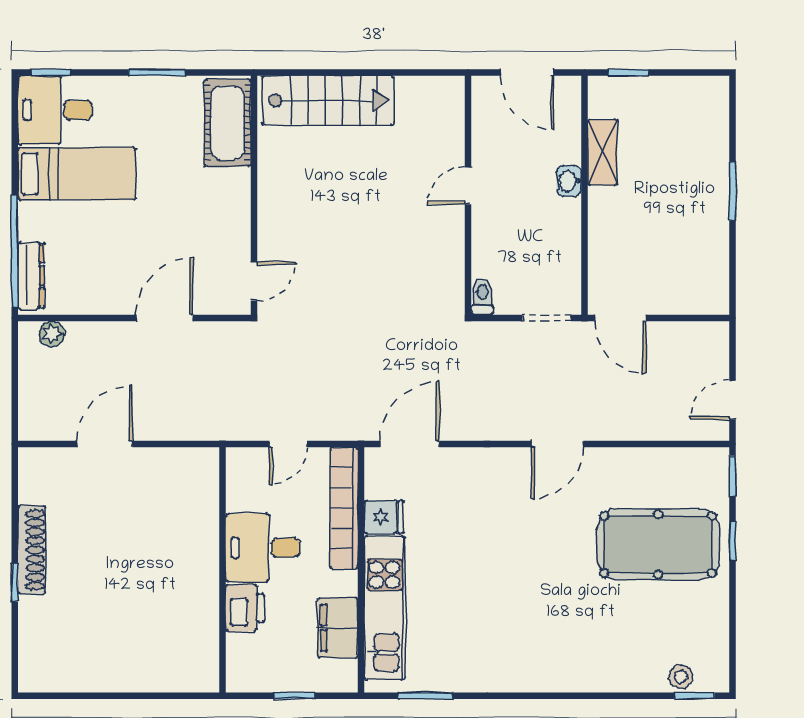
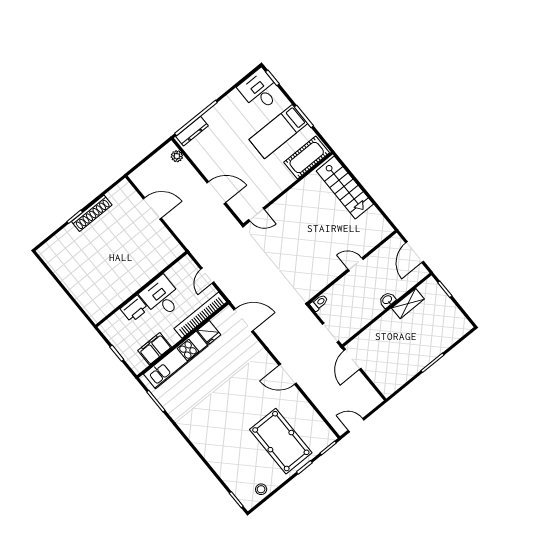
bed: (77, 174) -> (278, 132), moved, turned 90
door: (288, 444) -> (207, 276), hinge flipped
stool: (681, 677) -> (261, 489), moved

